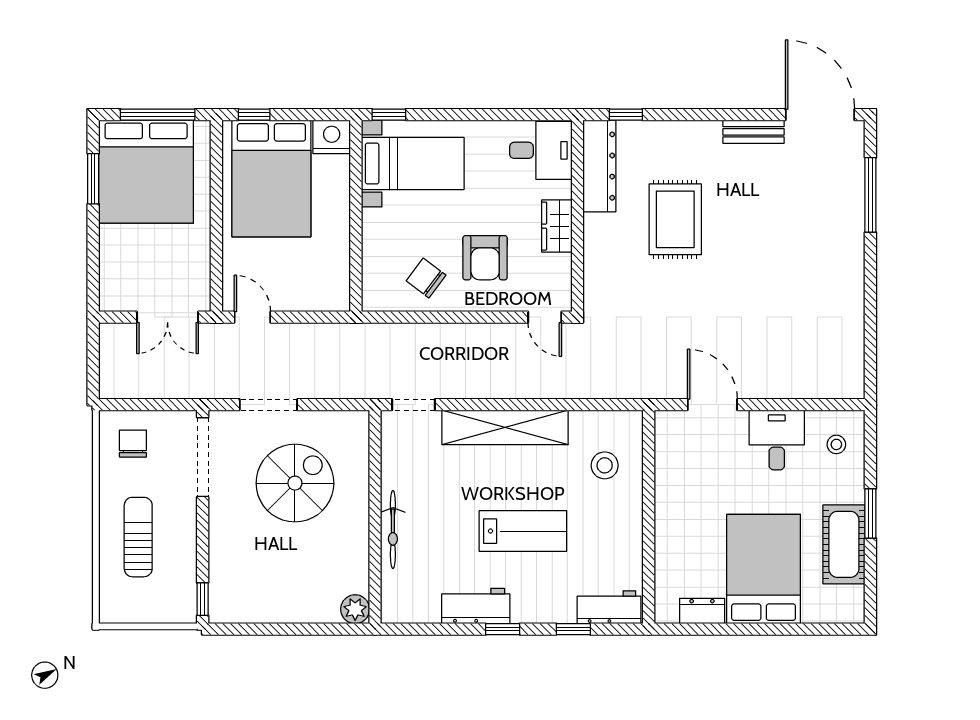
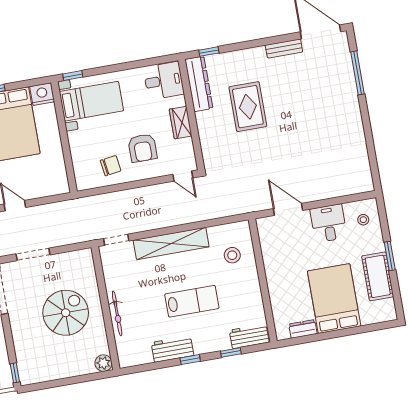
chair: (426, 278) -> (111, 166), turned 135
spiral stairs: (295, 483) -> (66, 313), moved

